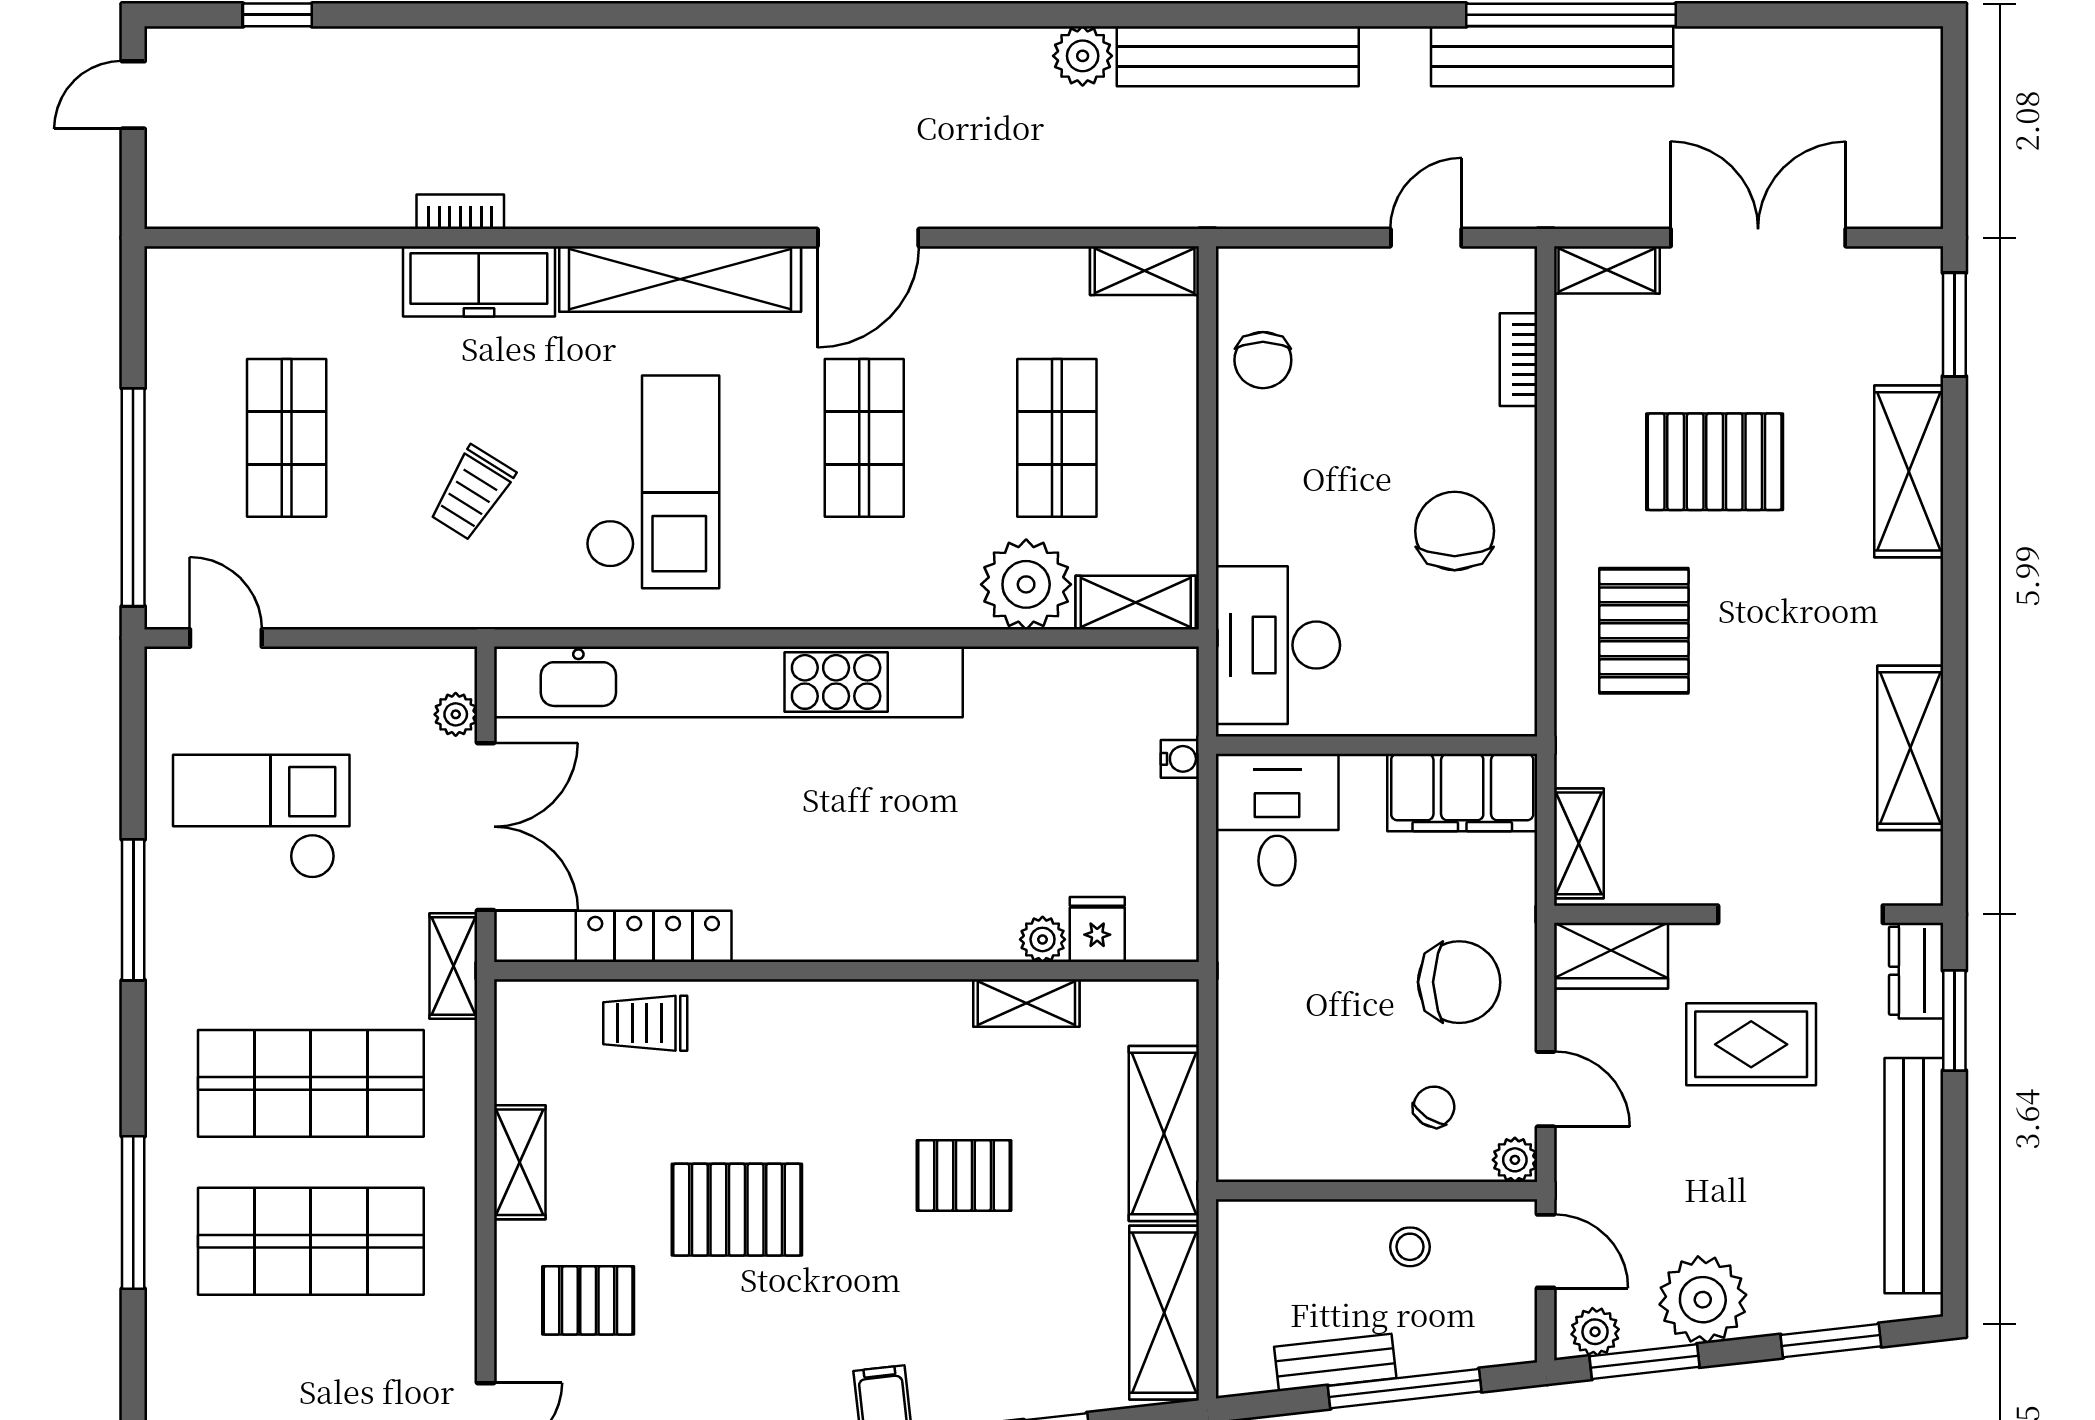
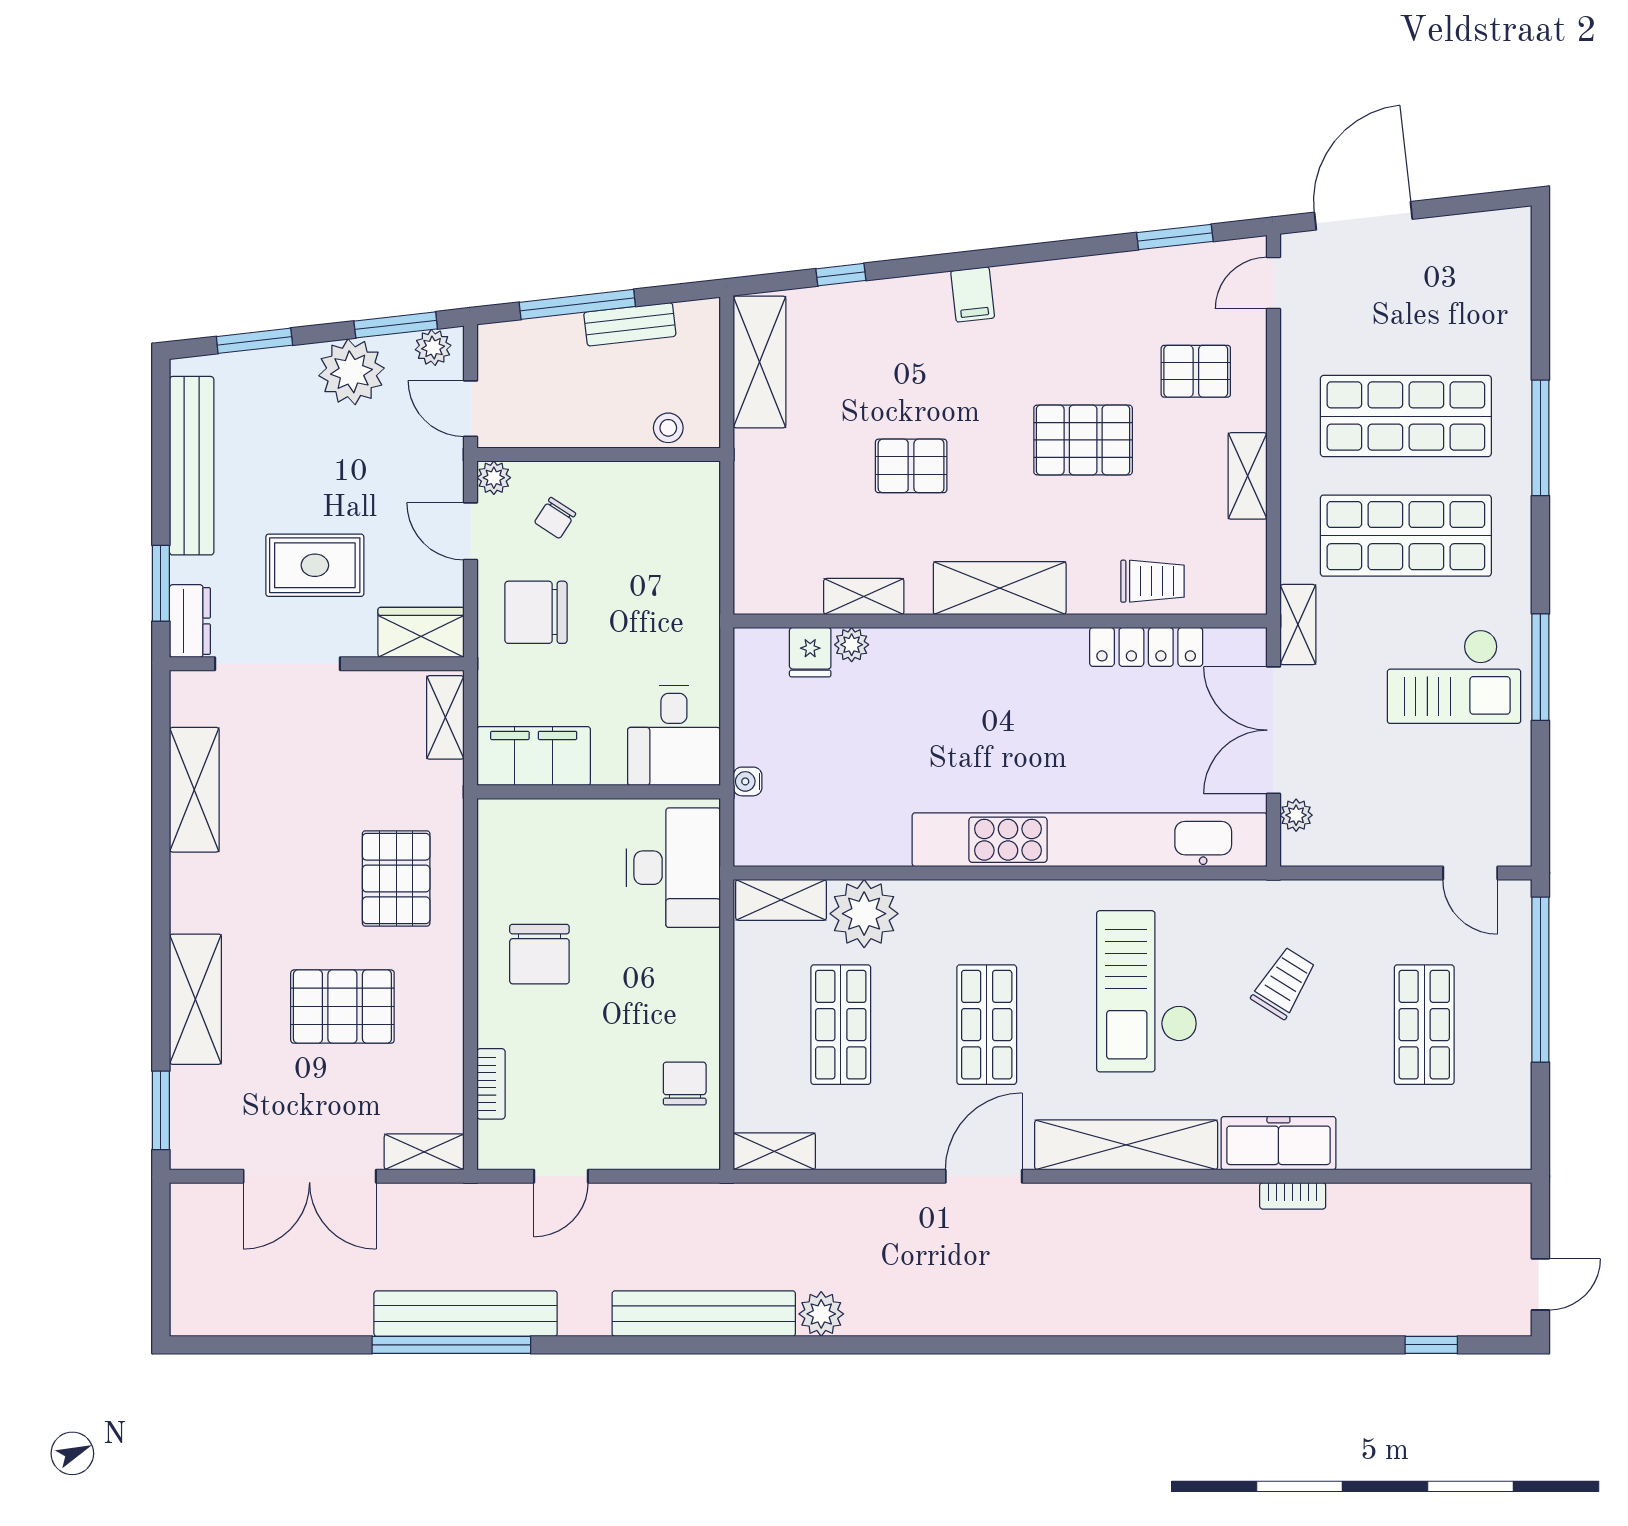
checkout: (261, 816) -> (1454, 677), moved
shelving: (1164, 1134) -> (1000, 588), moved, turned 90
stool: (1410, 1247) -> (668, 428), moved

